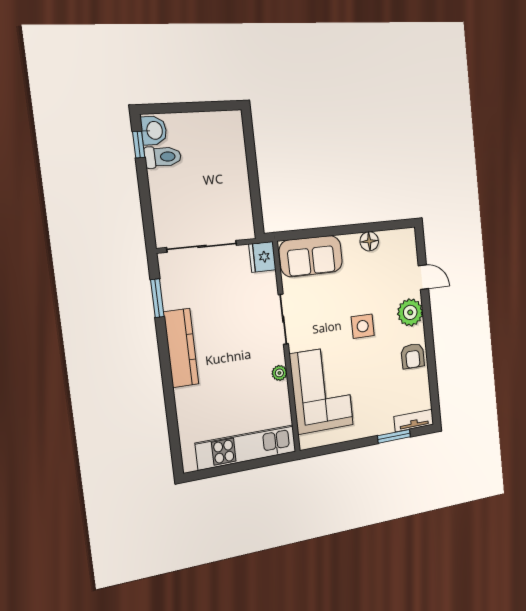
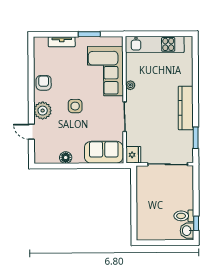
tv unit: (414, 420) -> (62, 42), moved
window: (394, 436) -> (89, 34), moved

